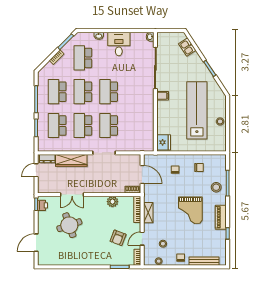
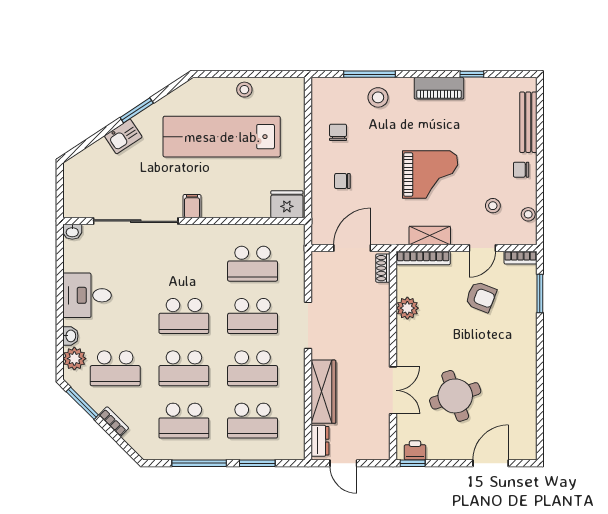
plant: (88, 38) -> (74, 359), added
kitchen sink: (187, 47) -> (123, 136), moved
school desk: (134, 125) -> (253, 264), added
grand piano: (190, 210) -> (430, 174), moved
door: (142, 239) -> (482, 248), hinge flipped
door: (36, 243) -> (491, 463), swing flipped

